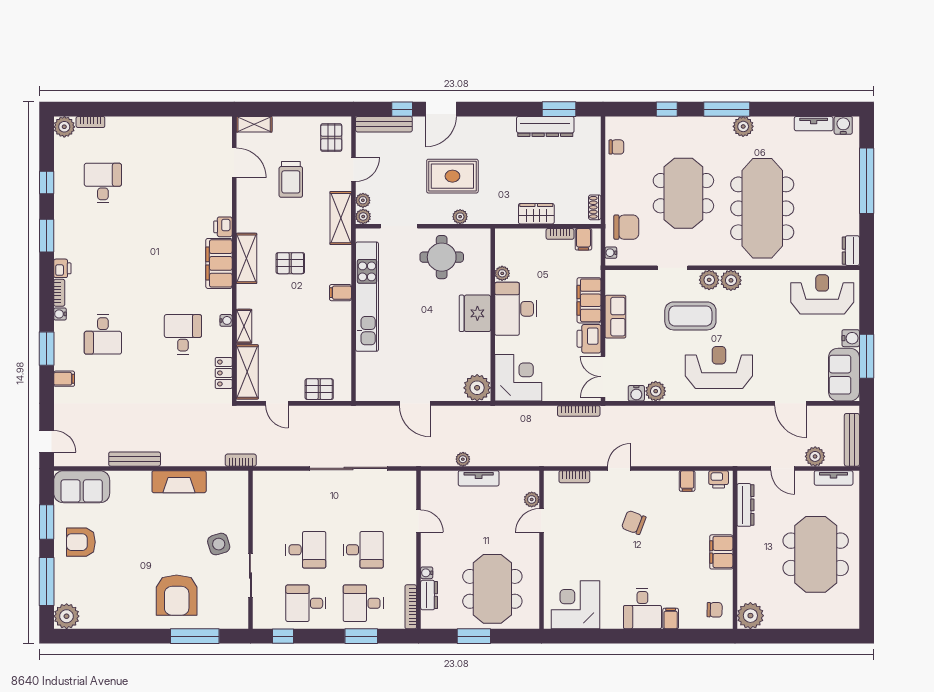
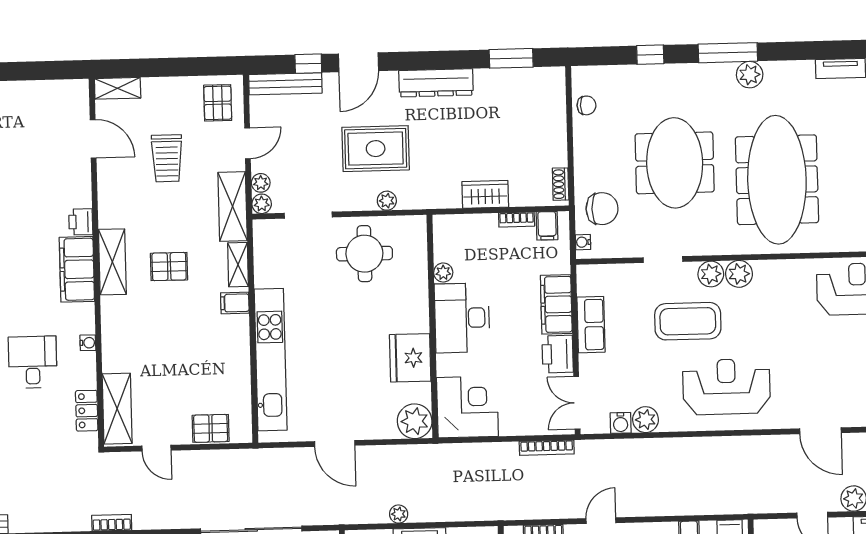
dresser: (545, 126) -> (436, 83), moved
kitchen unit: (367, 297) -> (271, 360), moved
fridge: (475, 313) -> (410, 358), moved
shelving: (244, 326) -> (238, 265), moved

